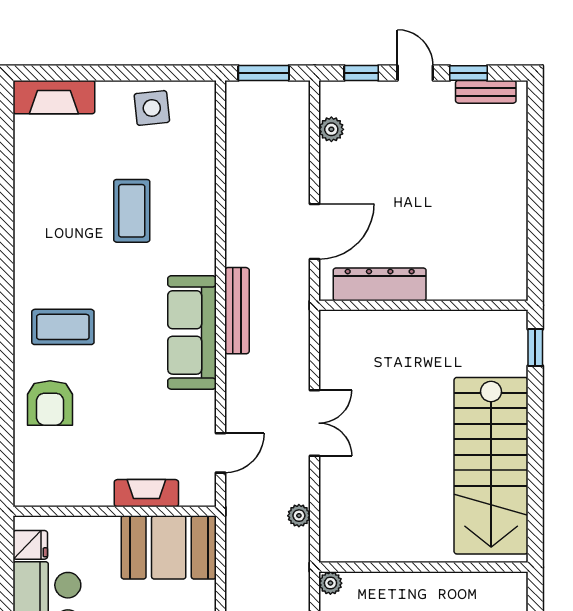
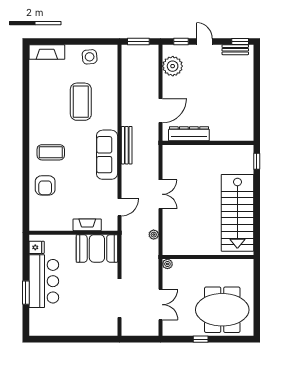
window: (469, 73) -> (240, 42), moved
plant: (331, 129) -> (173, 66), width x1.88, depth x1.88
coffee table: (132, 211) -> (81, 102), width x1.36, depth x1.32

